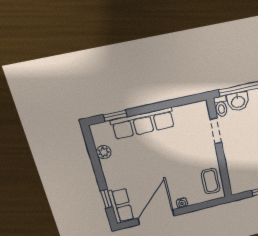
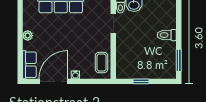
plant: (104, 152) -> (28, 36), moved
window: (106, 199) -> (20, 57), removed

